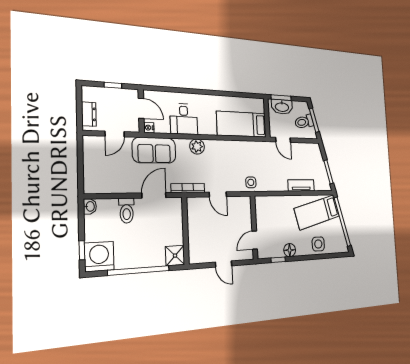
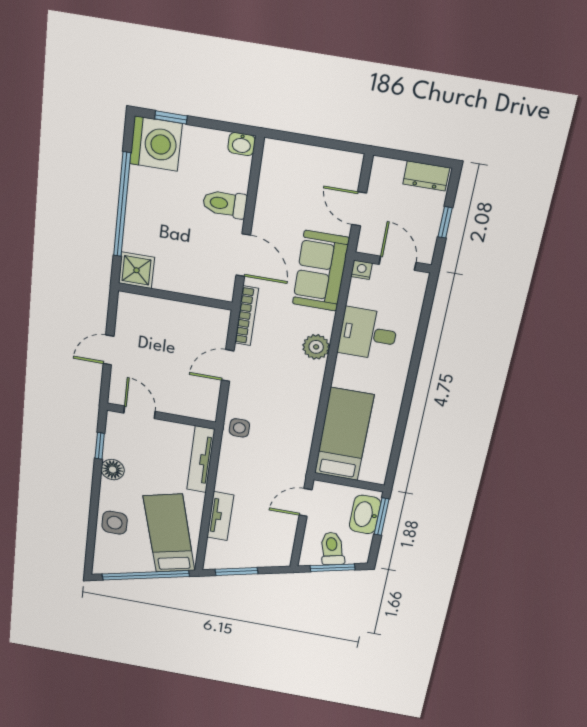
door: (141, 108) -> (397, 263), swing flipped
dresser: (89, 114) -> (426, 176), moved
tv unit: (273, 201) -> (201, 459), added

